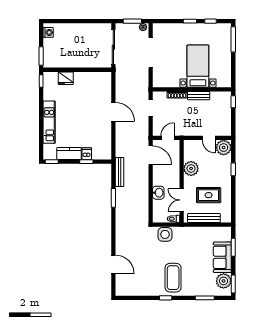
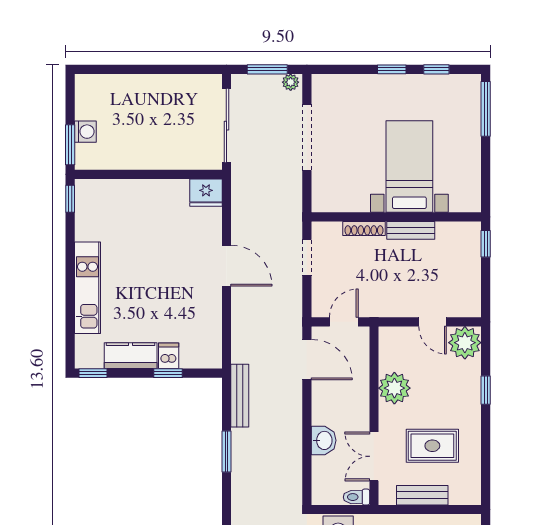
washing machine: (48, 32) -> (85, 132), moved
fridge: (66, 78) -> (206, 193), moved
bench: (204, 218) -> (422, 495), width x0.73

